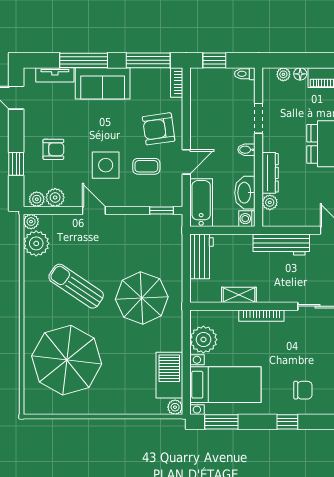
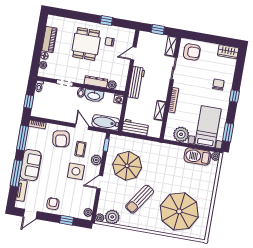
armchair: (53, 149) -> (53, 204), moved
washbasin: (245, 193) -> (94, 96), moved
plant: (55, 197) -> (96, 160), moved
parasol: (142, 298) -> (127, 166), moved

